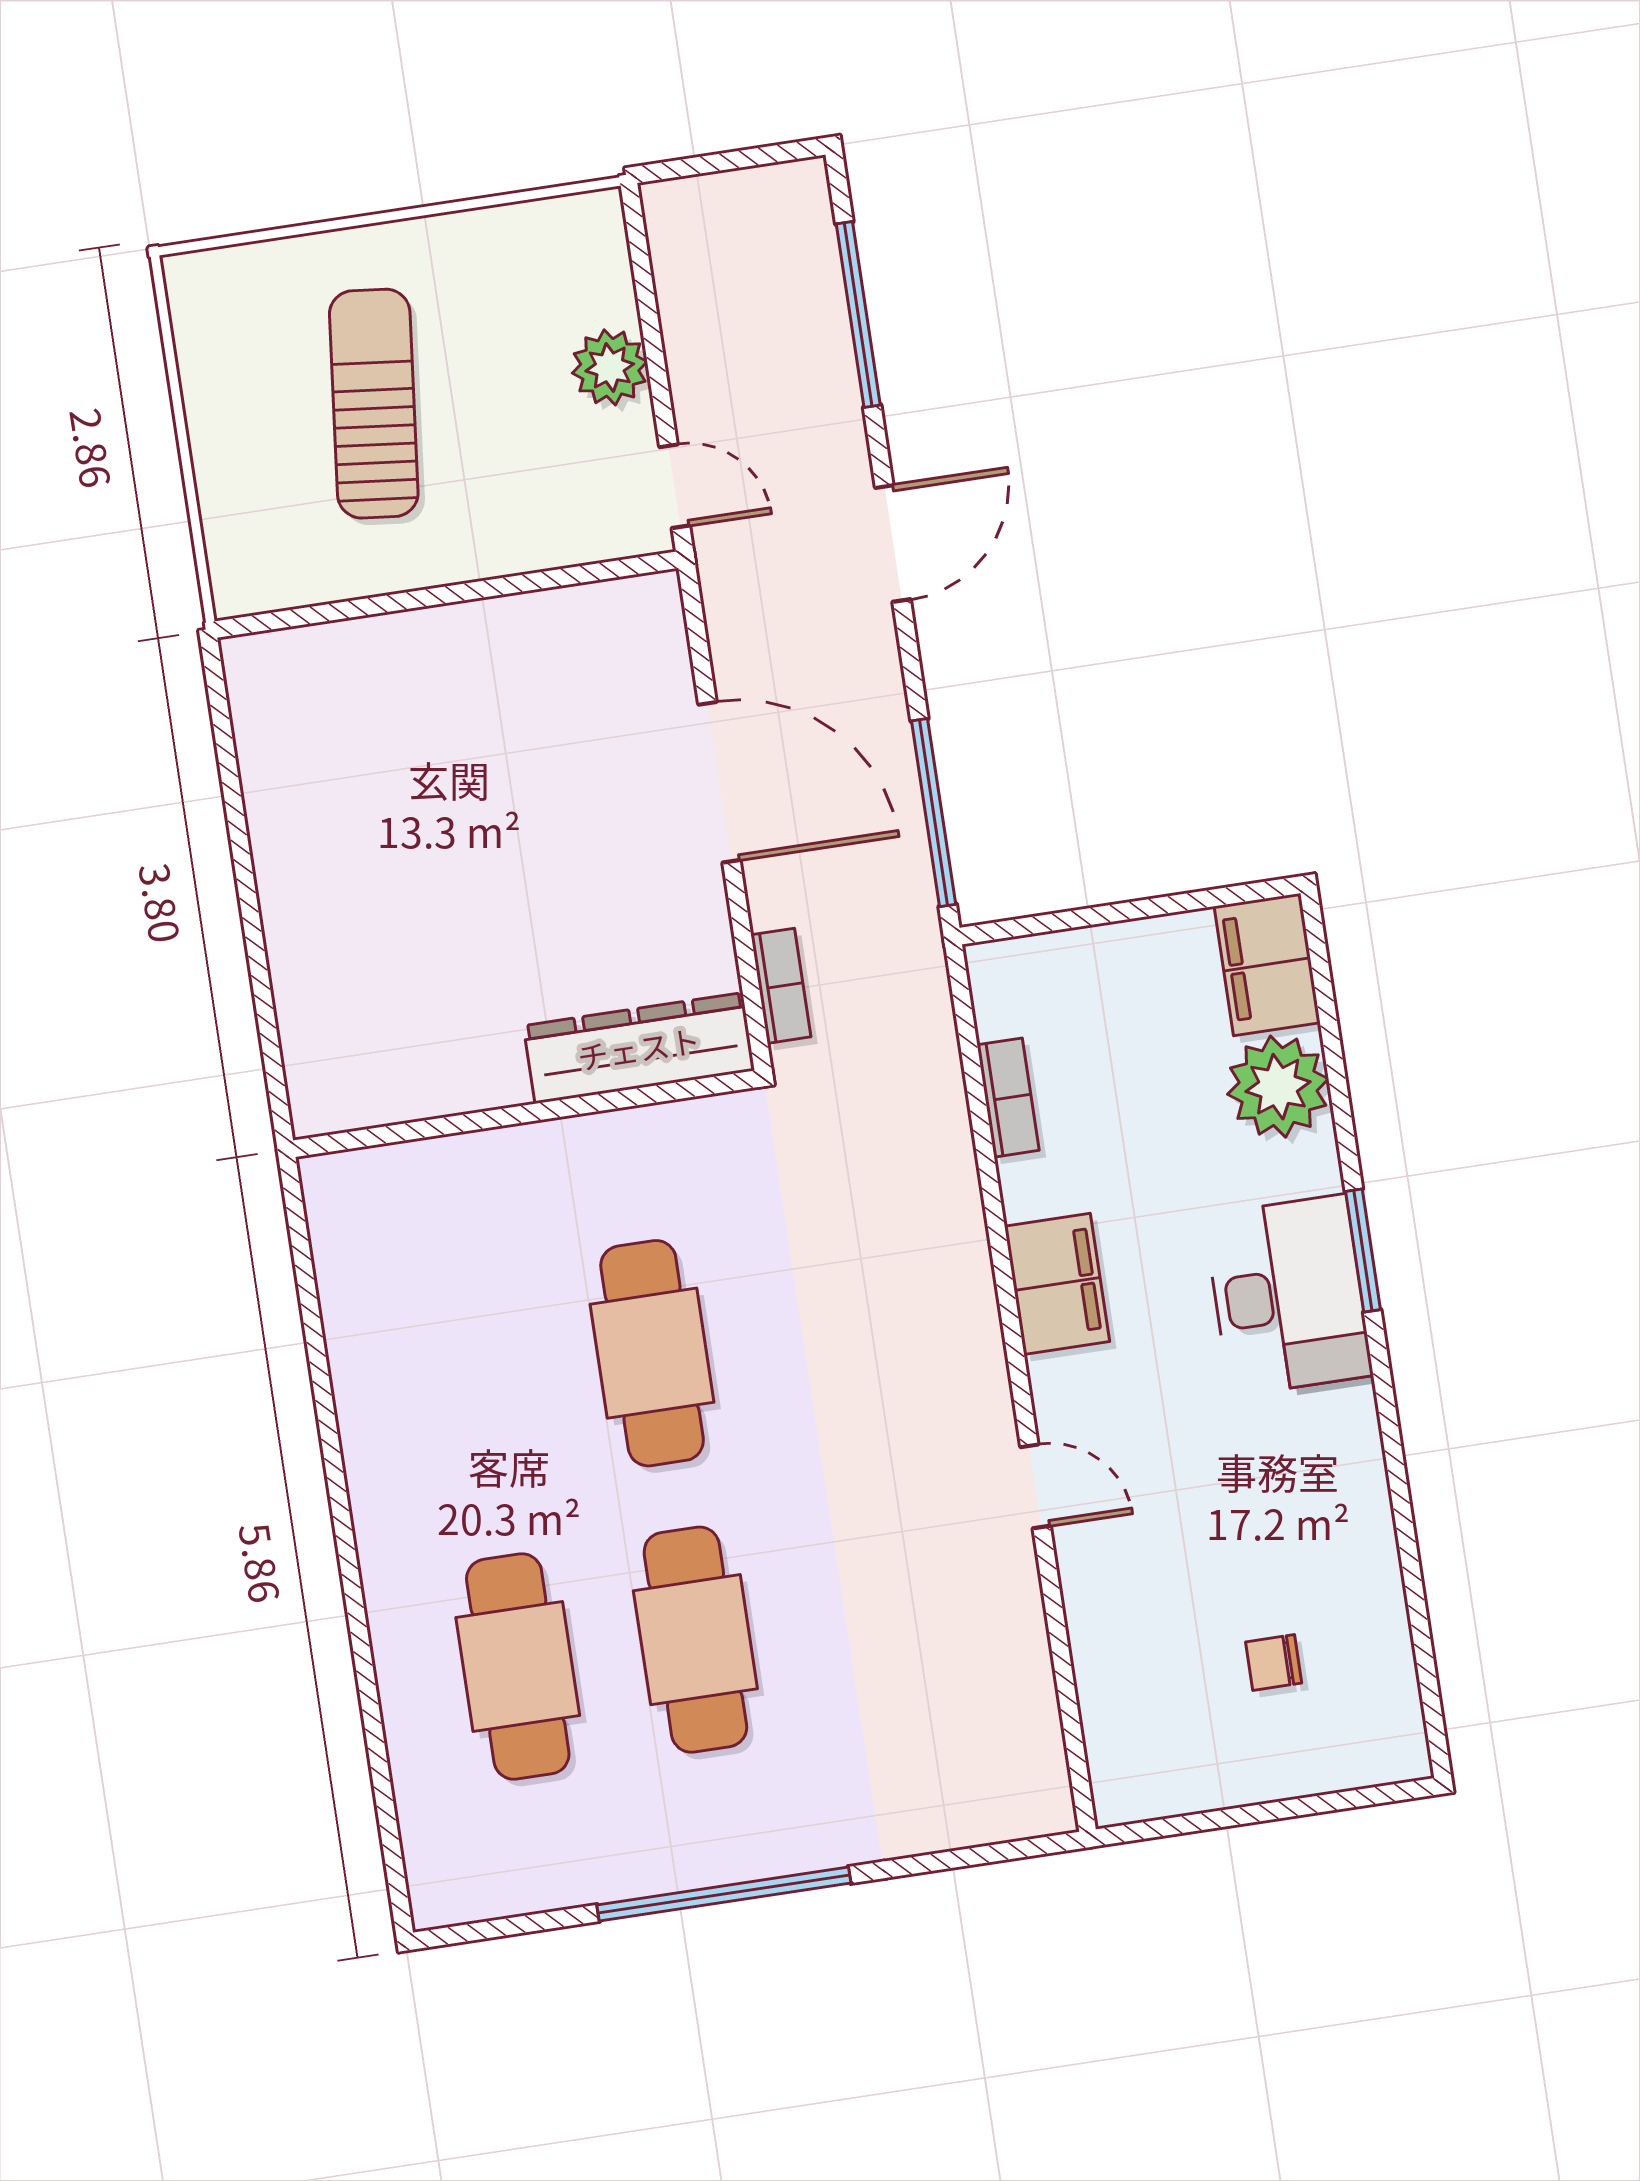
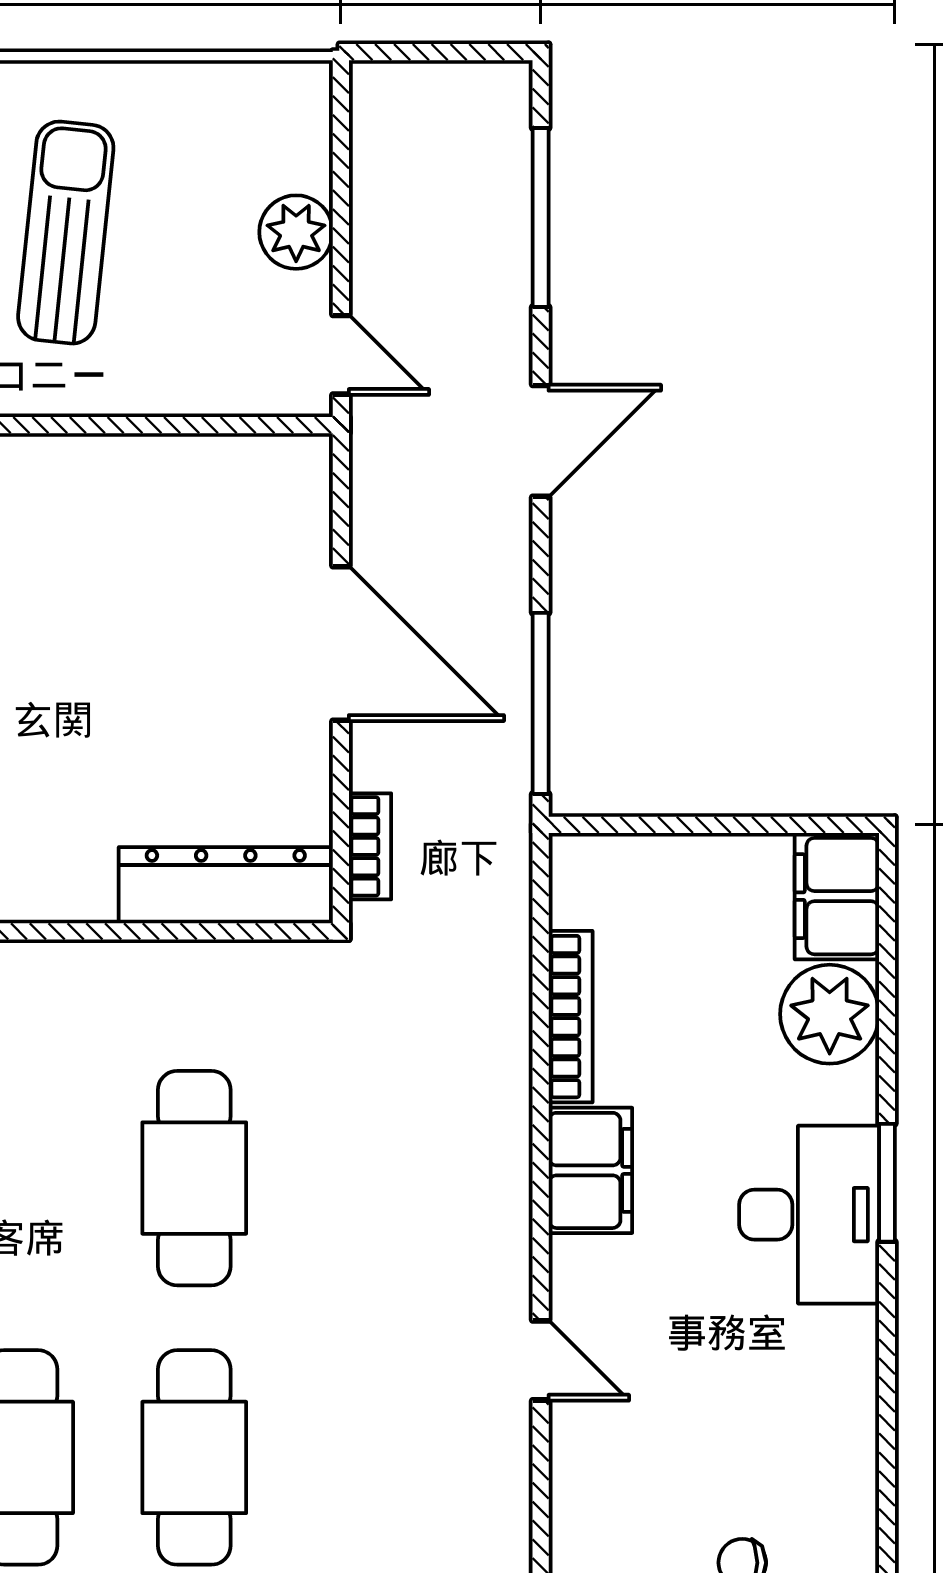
bookcase: (1008, 1098) -> (571, 1017), width x1.56

